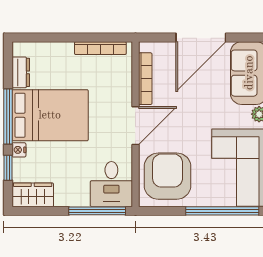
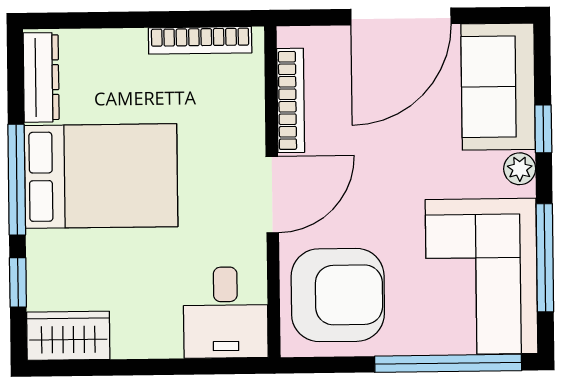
dresser: (21, 72) -> (41, 77), width x1.44
nightstand: (19, 150) -> (39, 246), removed
armchair: (168, 176) -> (338, 295), turned 90
window: (97, 211) -> (198, 366), removed

